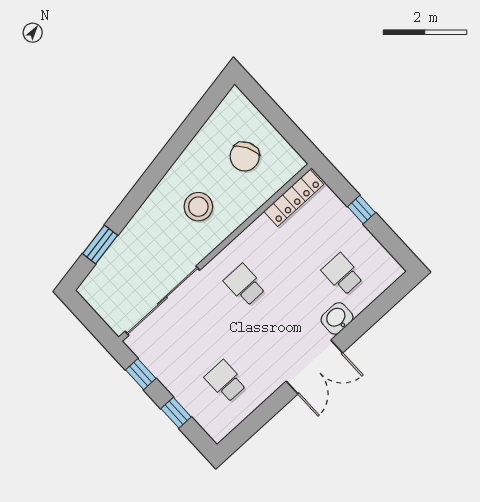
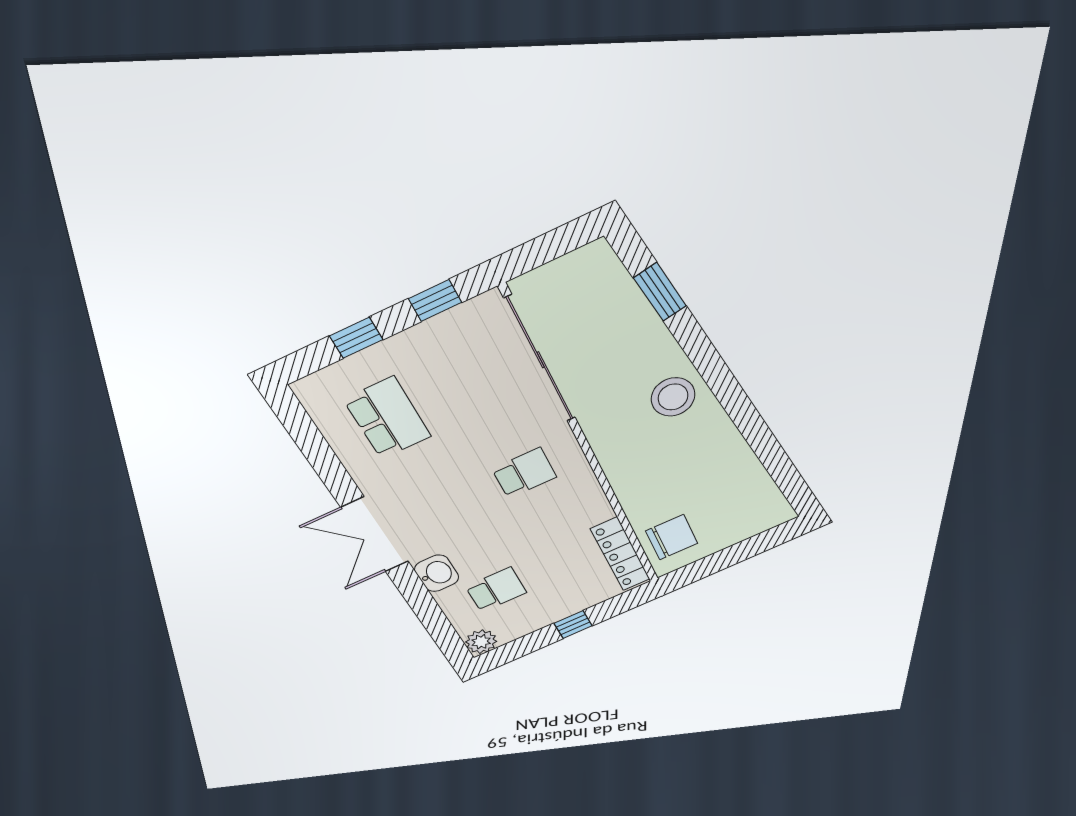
chair: (245, 156) -> (672, 537), moved, turned 118
stool: (198, 207) -> (673, 397), moved
plant: (390, 270) -> (481, 642), added
school desk: (225, 381) -> (388, 418), width x1.85

